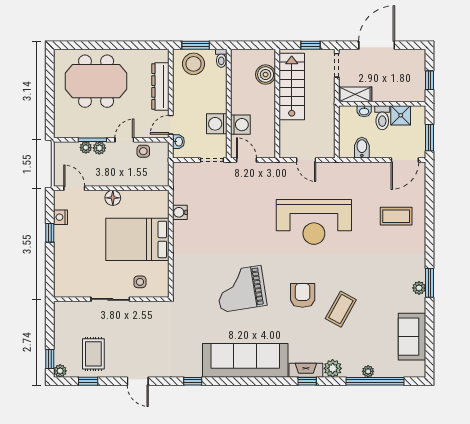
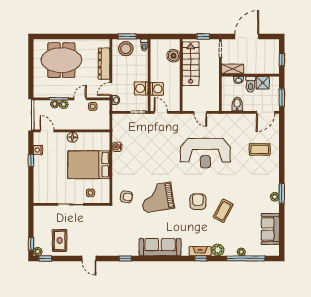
armchair: (194, 288) -> (126, 197), added
sofa: (245, 360) -> (160, 247), width x0.74, depth x0.79
window: (88, 381) -> (45, 258), moved

